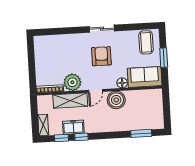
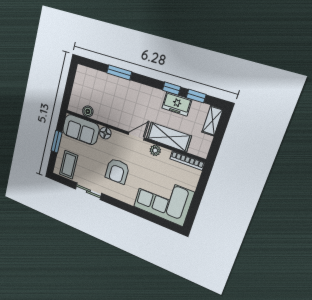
sliding door: (102, 29) -> (88, 191), moved
corner sofa: (56, 50) -> (163, 200), added
plant: (72, 82) -> (155, 150), width x0.53, depth x0.53
boiler: (116, 100) -> (88, 111), moved, width x0.54, depth x0.54
window: (141, 133) -> (119, 72), moved

